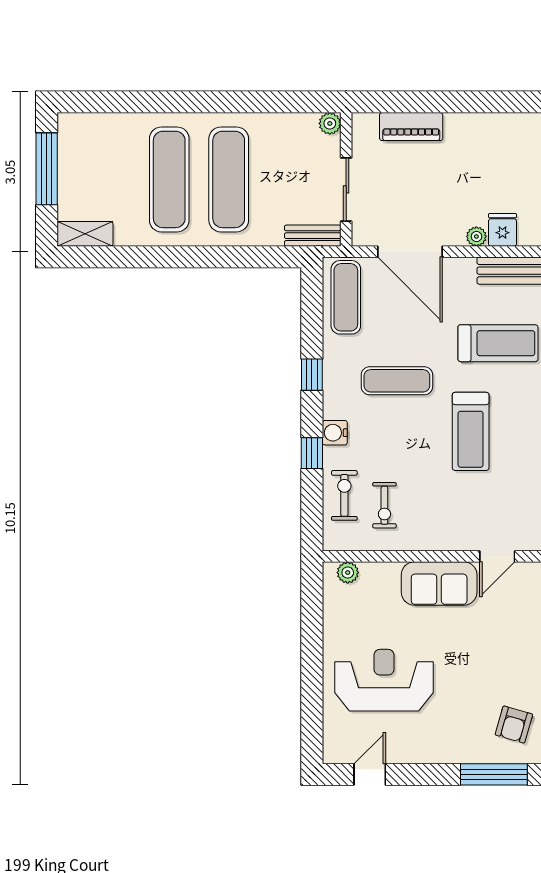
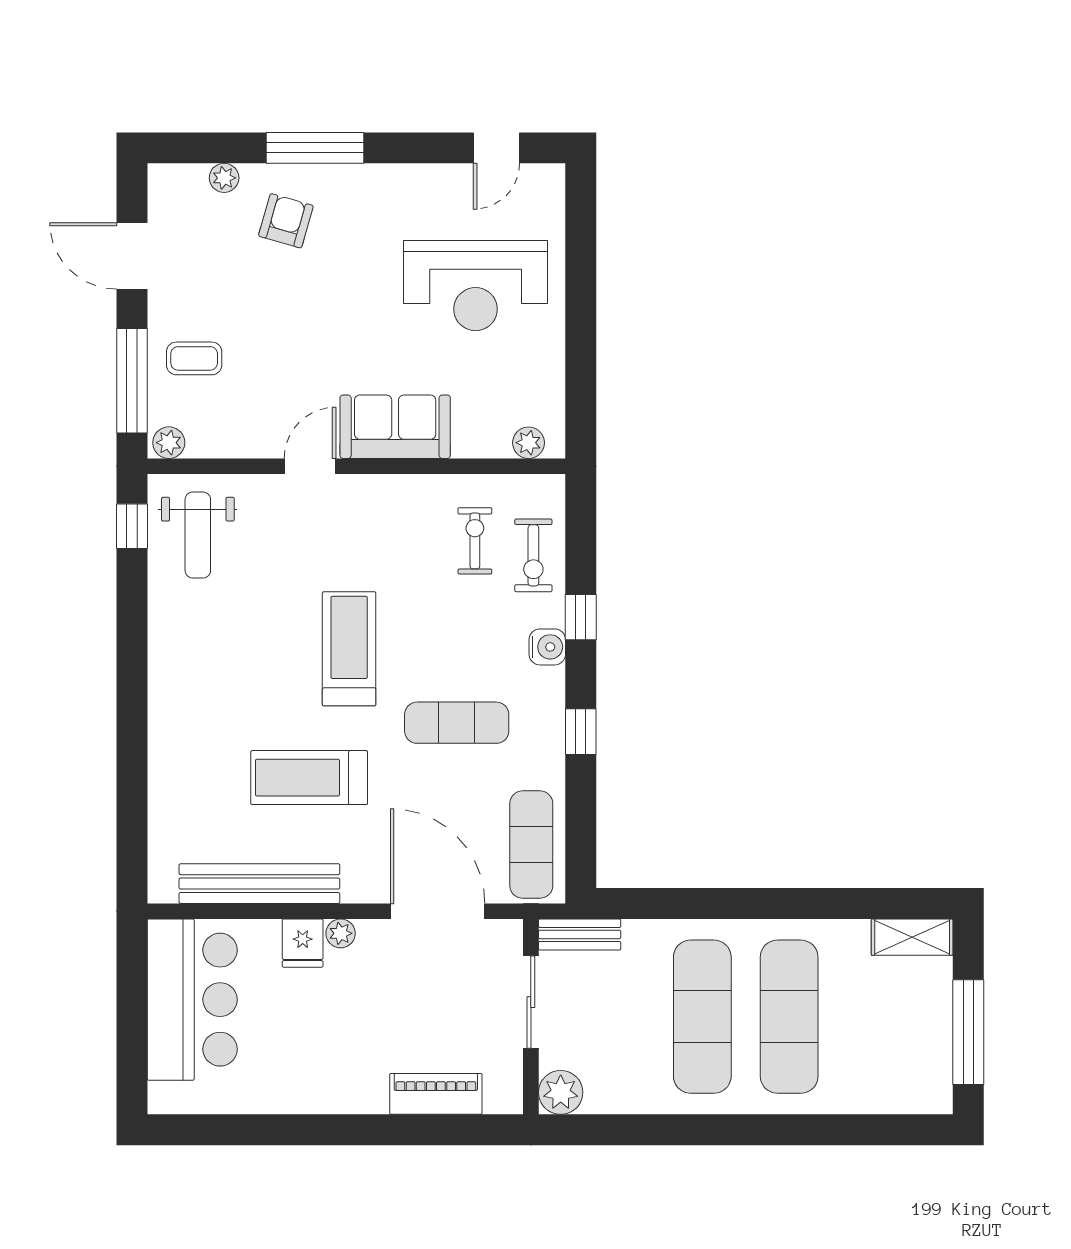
plant: (330, 123) -> (561, 1092), width x1.38, depth x1.38

